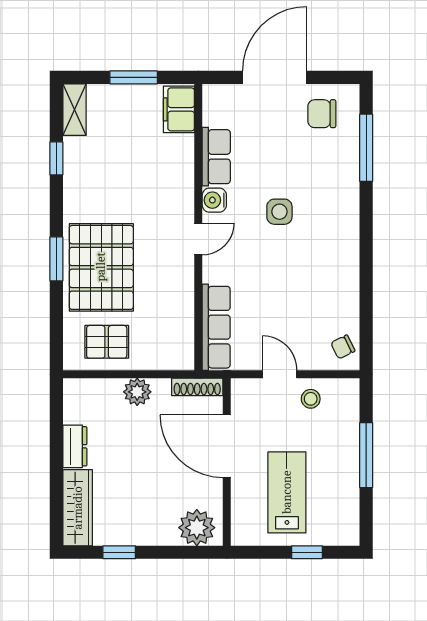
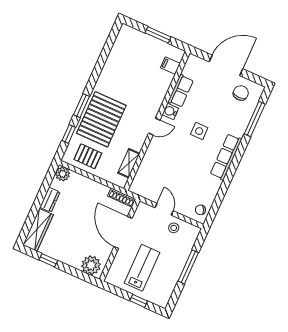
filing cabinet: (179, 109) -> (170, 66), width x0.50
shelving: (74, 110) -> (129, 163), moved
chair: (322, 114) -> (241, 93), turned 90
window: (56, 158) -> (69, 134), moved
row of seats: (216, 327) -> (226, 157), moved, turned 180
plant: (137, 392) -> (63, 174), moved

